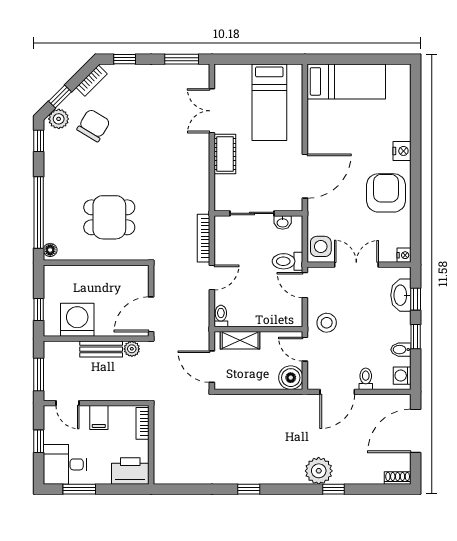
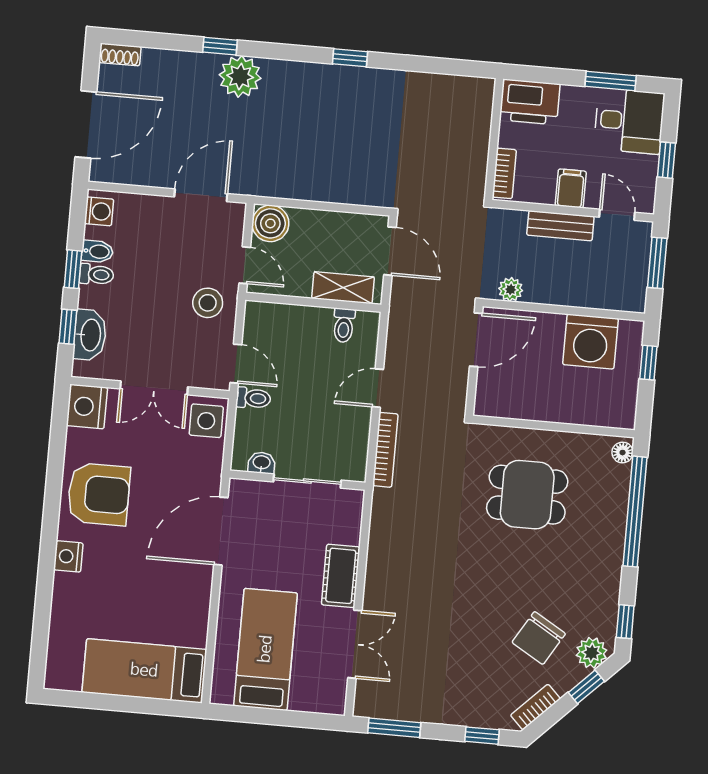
armchair: (386, 193) -> (99, 494), turned -90
nightstand: (404, 255) -> (87, 407), width x1.89, depth x1.79
toilet: (287, 261) -> (253, 398), width x0.73, depth x0.72
toilet: (221, 316) -> (344, 325), moved
bench: (101, 349) -> (560, 226), moved
toilet: (366, 379) -> (97, 275), moved, turned -90

